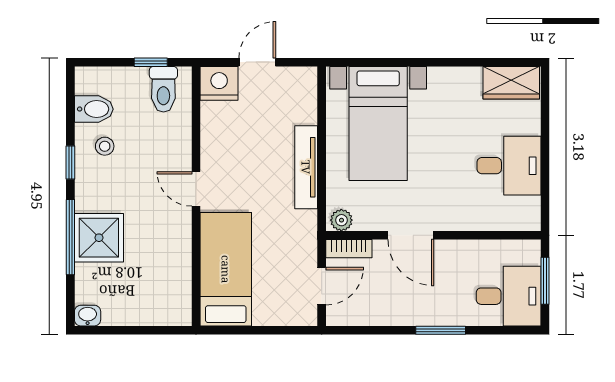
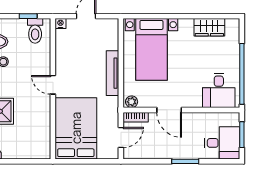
nightstand: (219, 83) -> (60, 24), width x0.53, depth x0.56
wardrobe: (511, 83) -> (209, 27), moved
desk: (509, 166) -> (219, 90), moved, turned 90
window: (545, 169) -> (242, 74), added
bed: (226, 269) -> (76, 128), width x1.50

